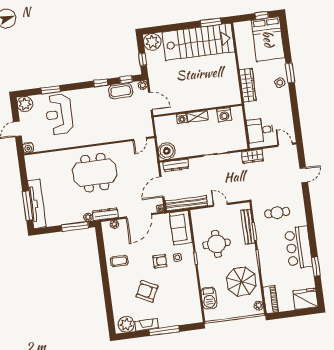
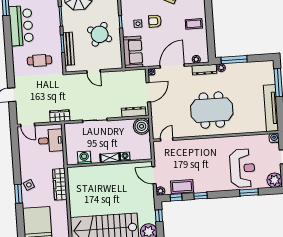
bench: (186, 203) -> (126, 75), removed
tv unit: (37, 204) -> (271, 108), moved
round table: (216, 244) -> (100, 34), turned 30

